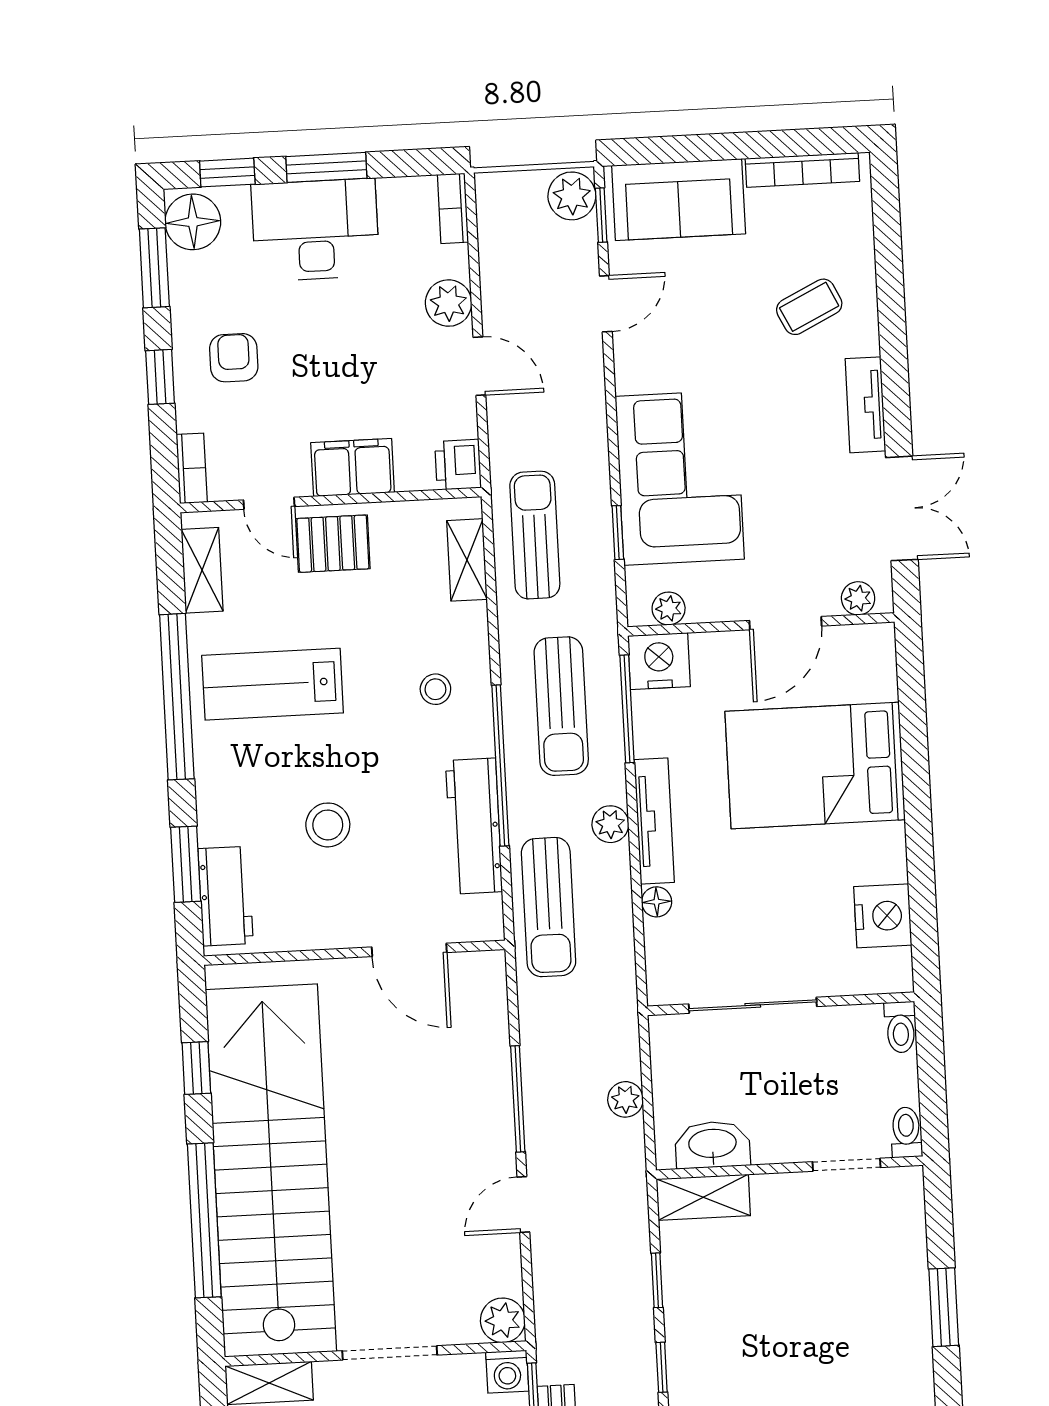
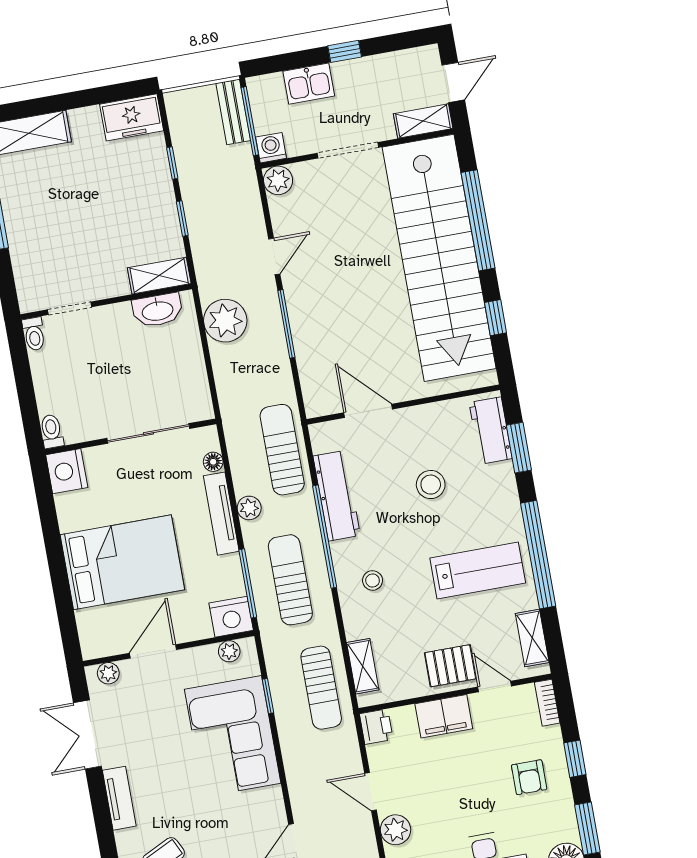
wall: (781, 1004) -> (130, 437), moved
sliding door: (753, 1005) -> (148, 433), moved
toilet: (901, 1027) -> (52, 431), moved
plant: (625, 1099) -> (225, 321), width x1.88, depth x1.88

